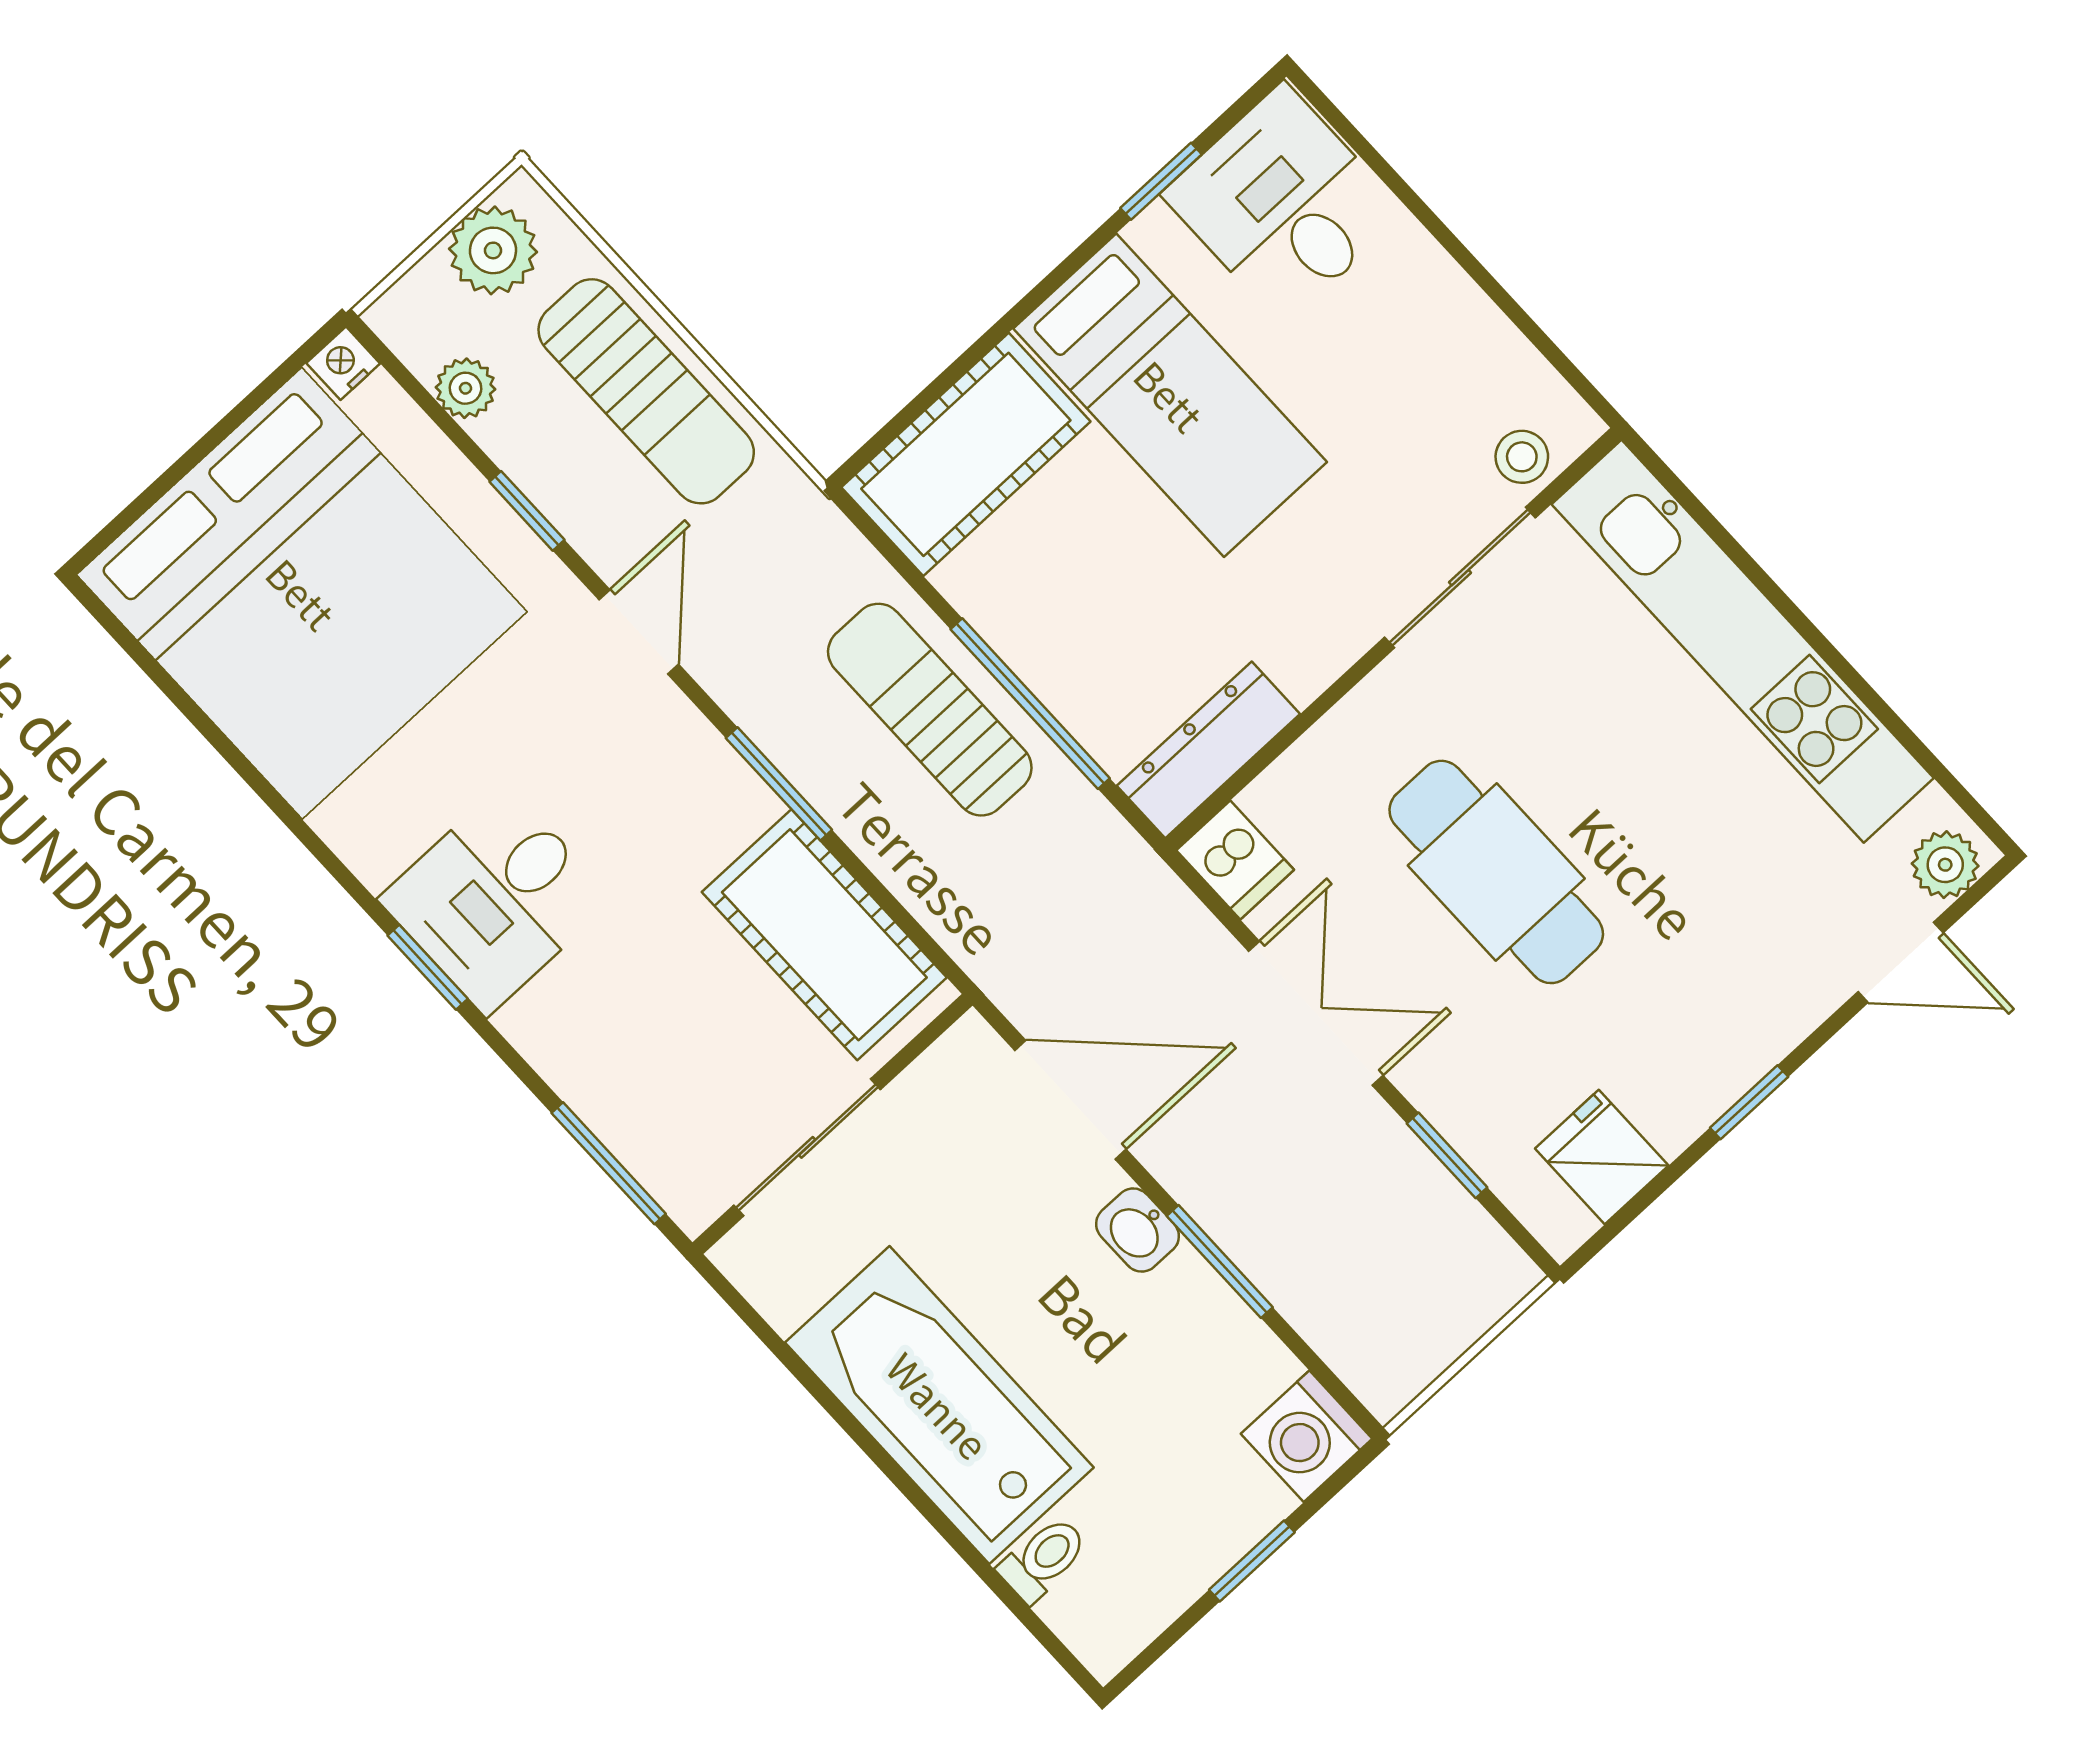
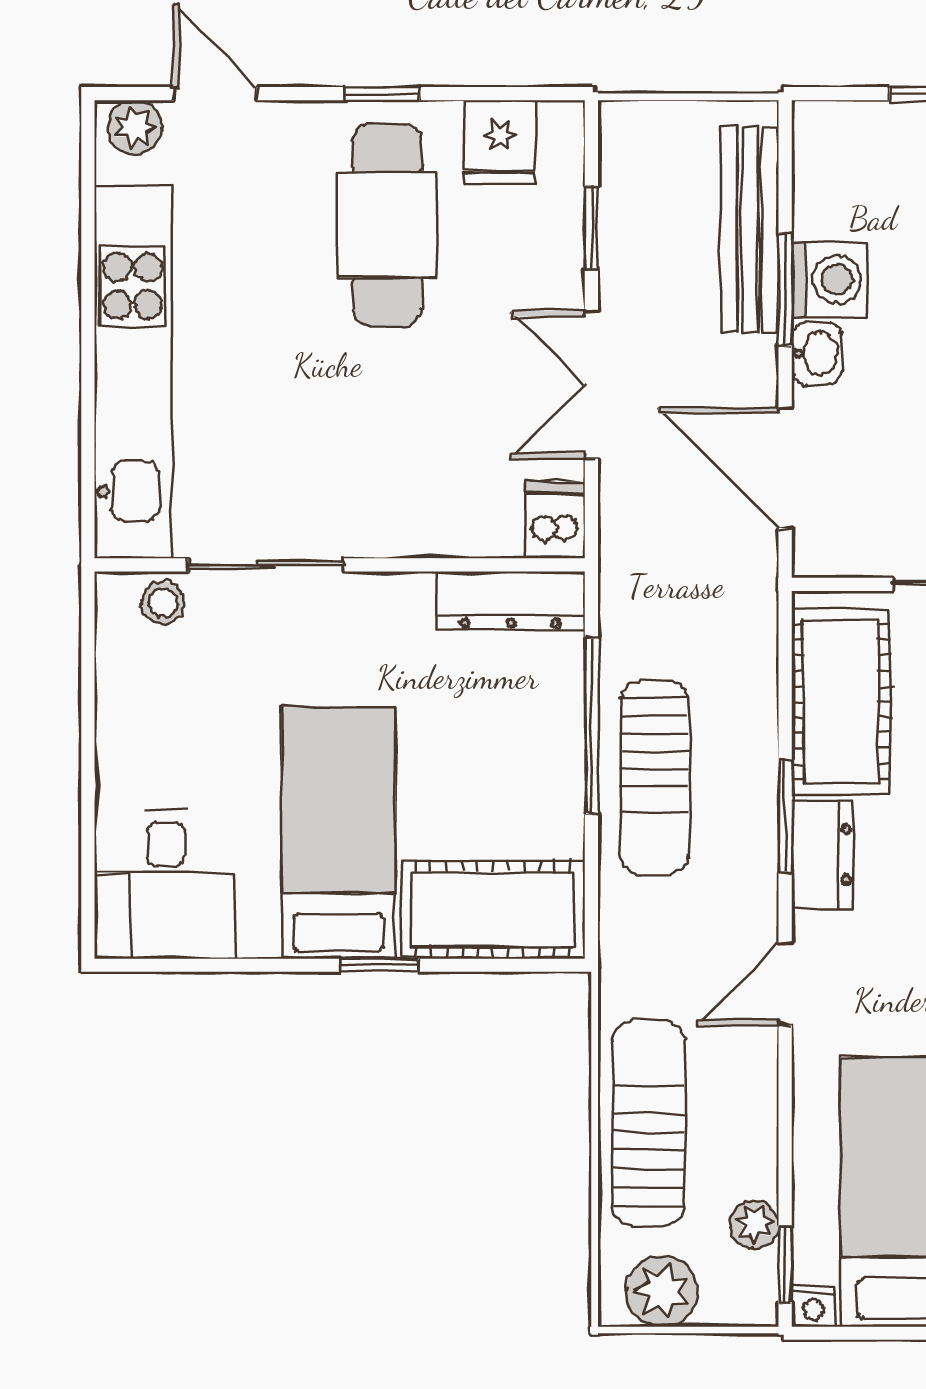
window: (1161, 181) -> (379, 965), moved
window: (527, 511) -> (785, 1265), moved
dresser: (713, 781) -> (822, 854), added
cafe table: (1496, 872) -> (387, 225), moved
bench: (1302, 1286) -> (750, 230), added
washing machine: (1307, 1436) -> (829, 279), moved

